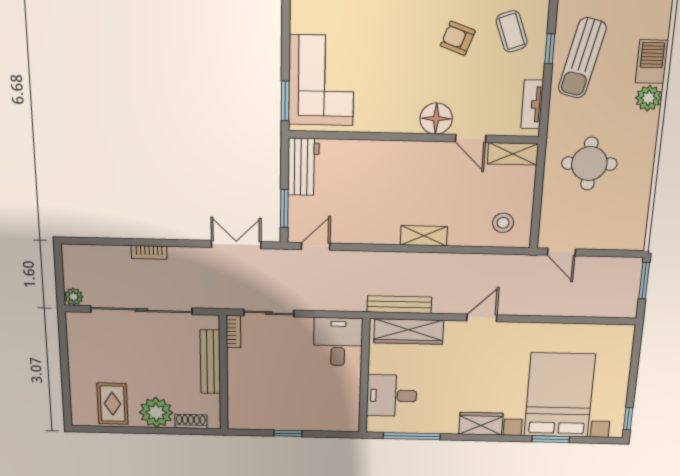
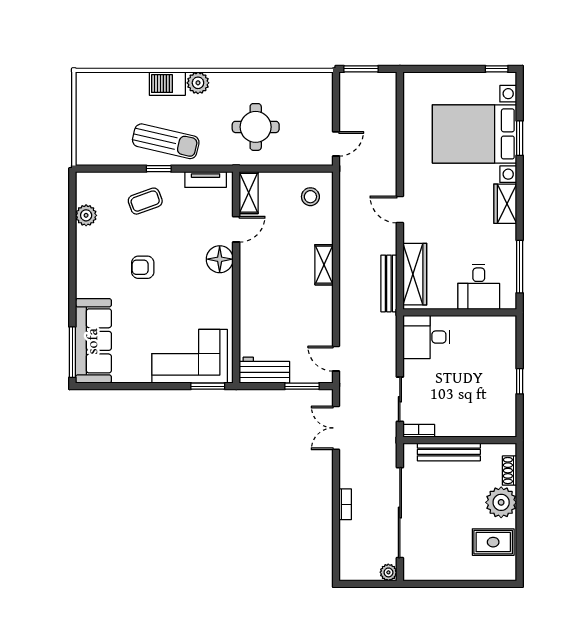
armchair: (458, 38) -> (143, 267), moved, turned 70

